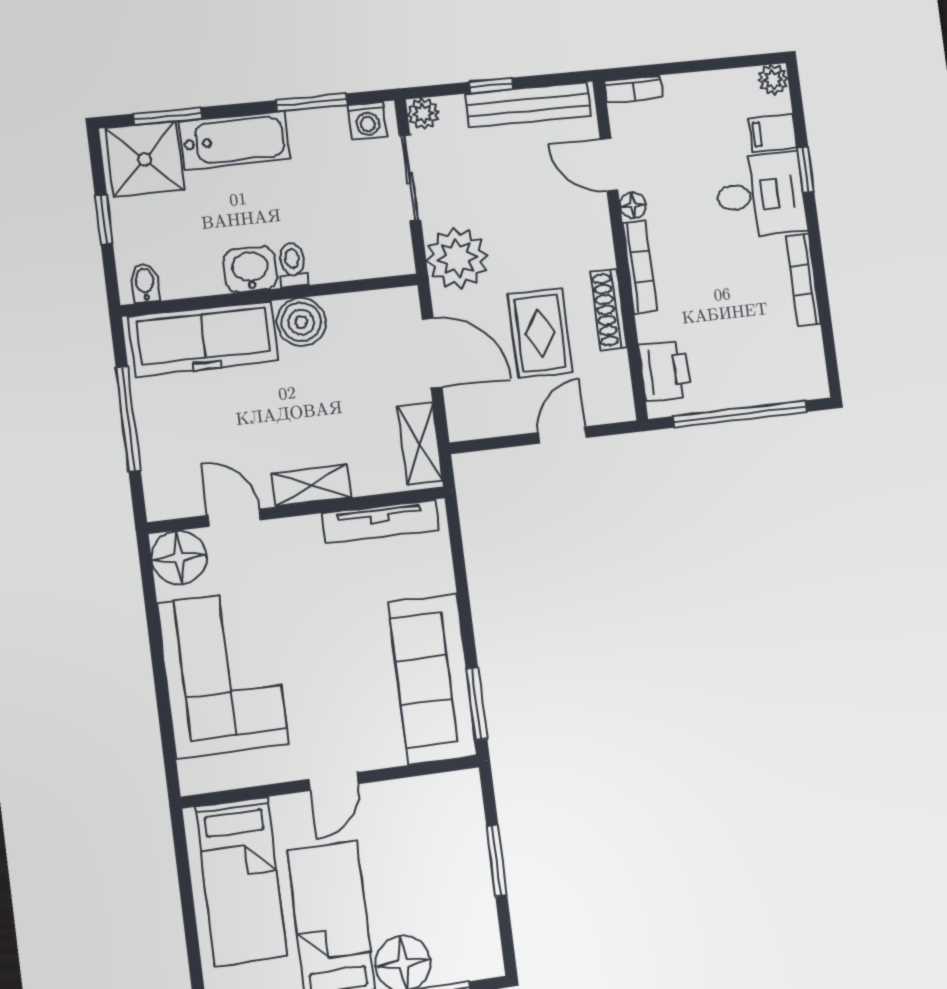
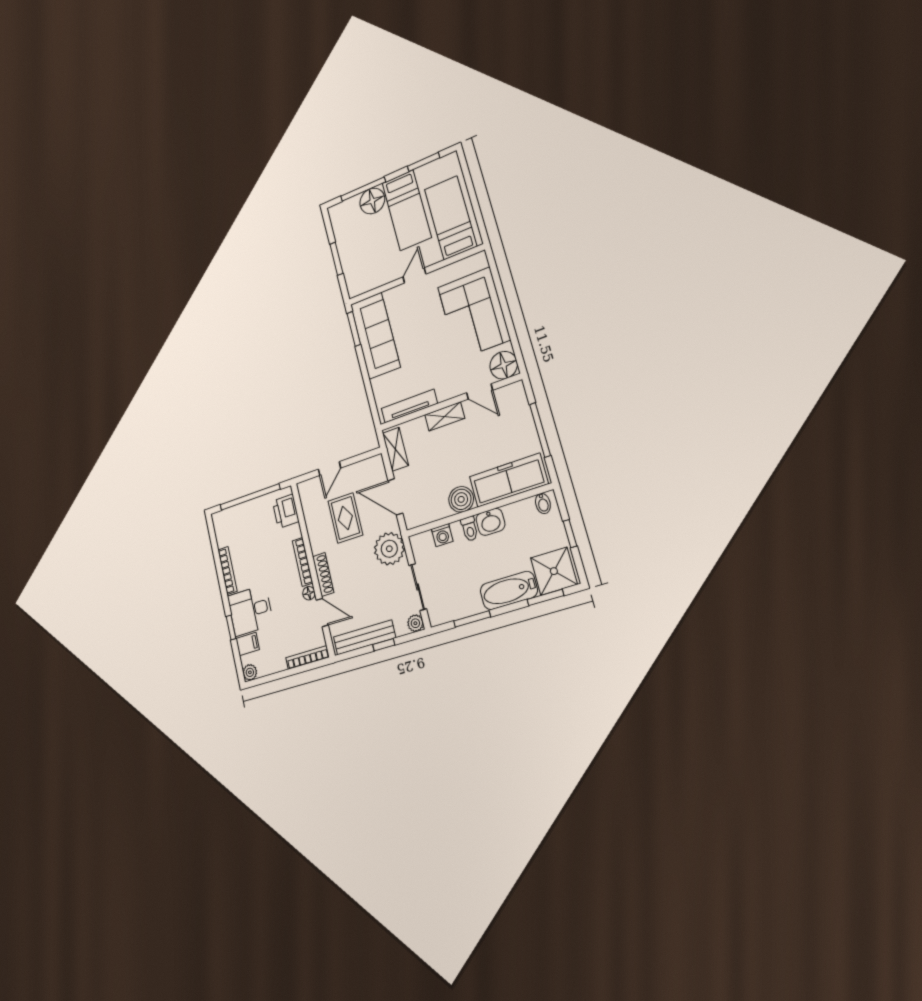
bookcase: (633, 89) -> (307, 657), width x1.56
washing machine: (367, 121) -> (442, 535), moved, turned 180
shoe rack: (609, 309) -> (323, 574), moved

